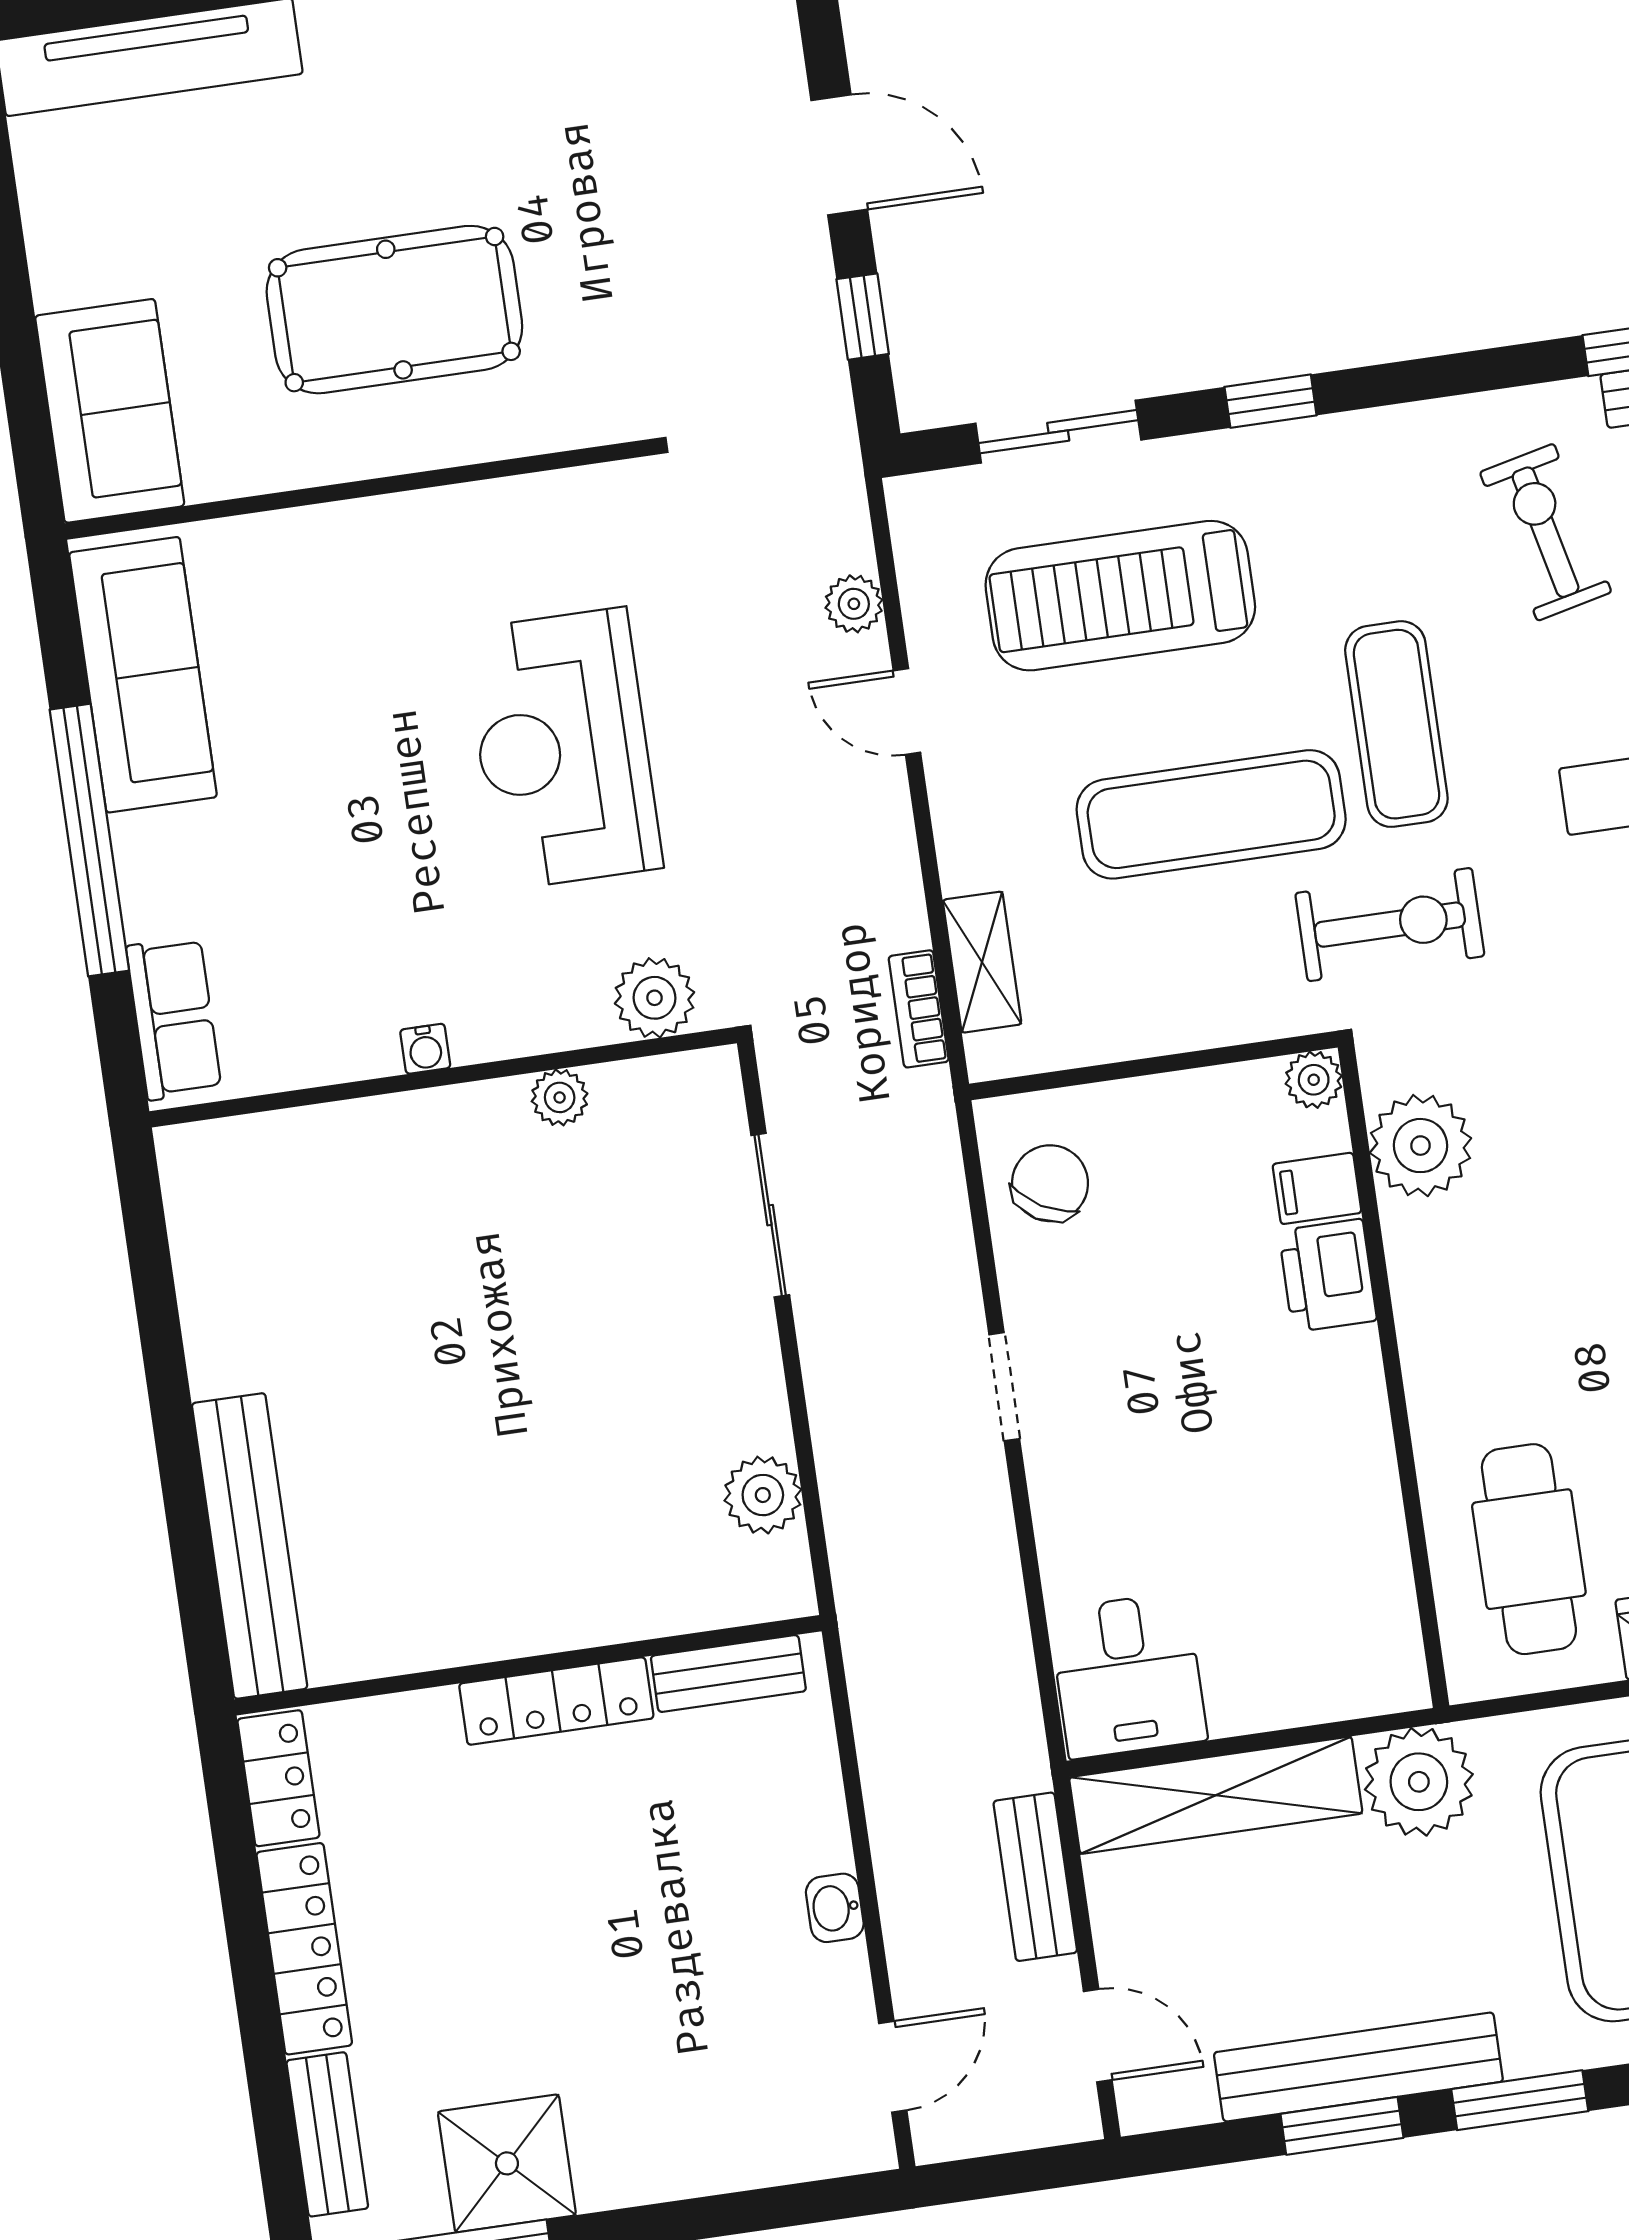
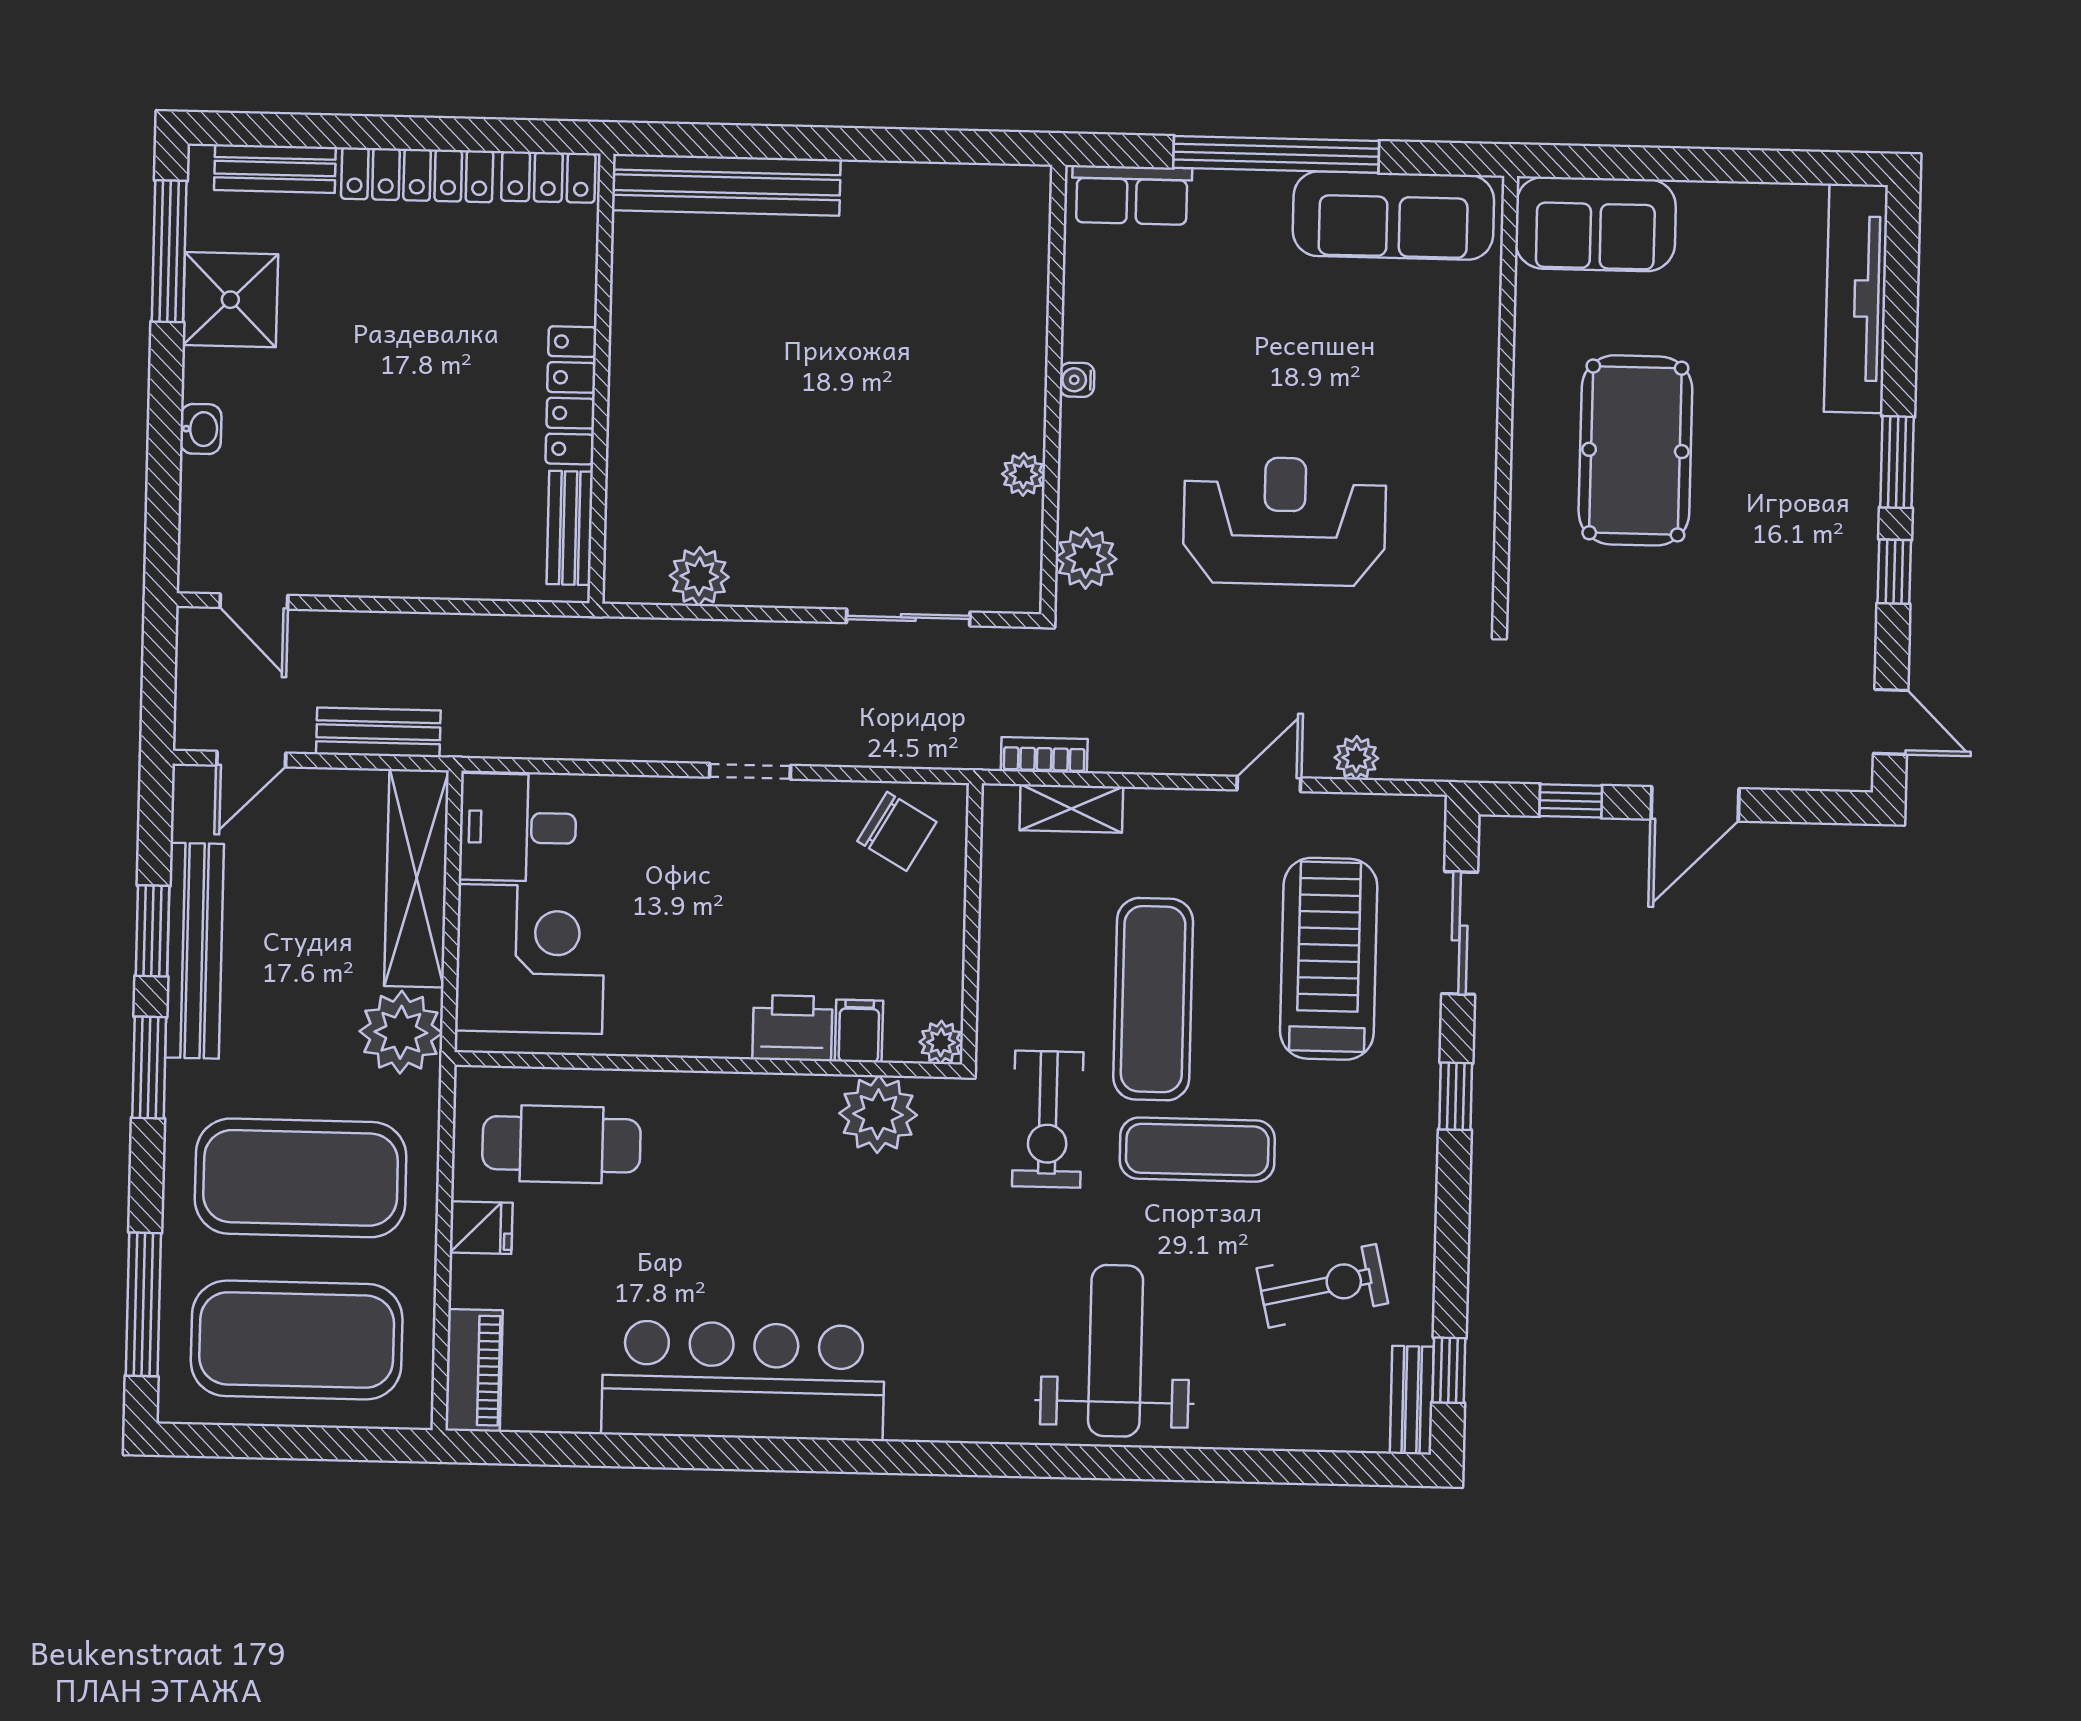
corner desk: (1296, 1630) -> (530, 959), added
washbasin: (835, 1908) -> (201, 429), moved, turned 90

